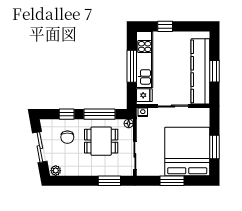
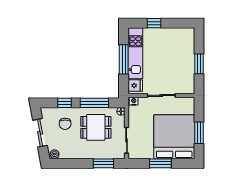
kitchen counter: (200, 71) -> (186, 64), removed

